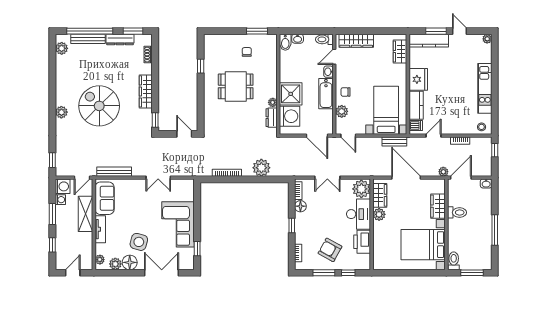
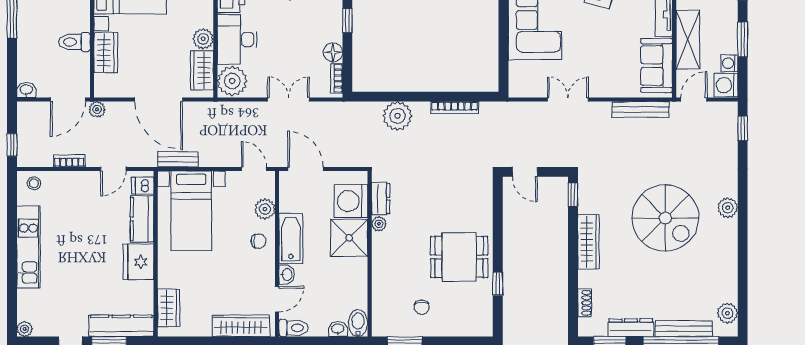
dining table: (236, 86) -> (459, 257), moved

